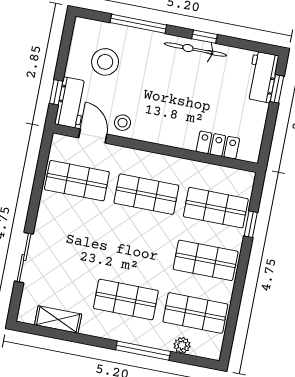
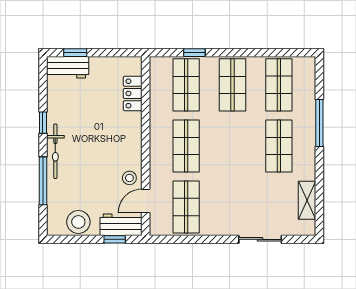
bicycle: (195, 50) -> (55, 151), moved
stool: (105, 62) -> (78, 222), moved
plant: (182, 345) -> (308, 91), removed

